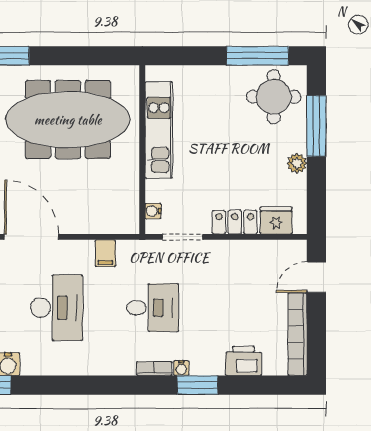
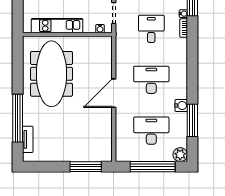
filing cabinet: (105, 253) -> (122, 54), removed

